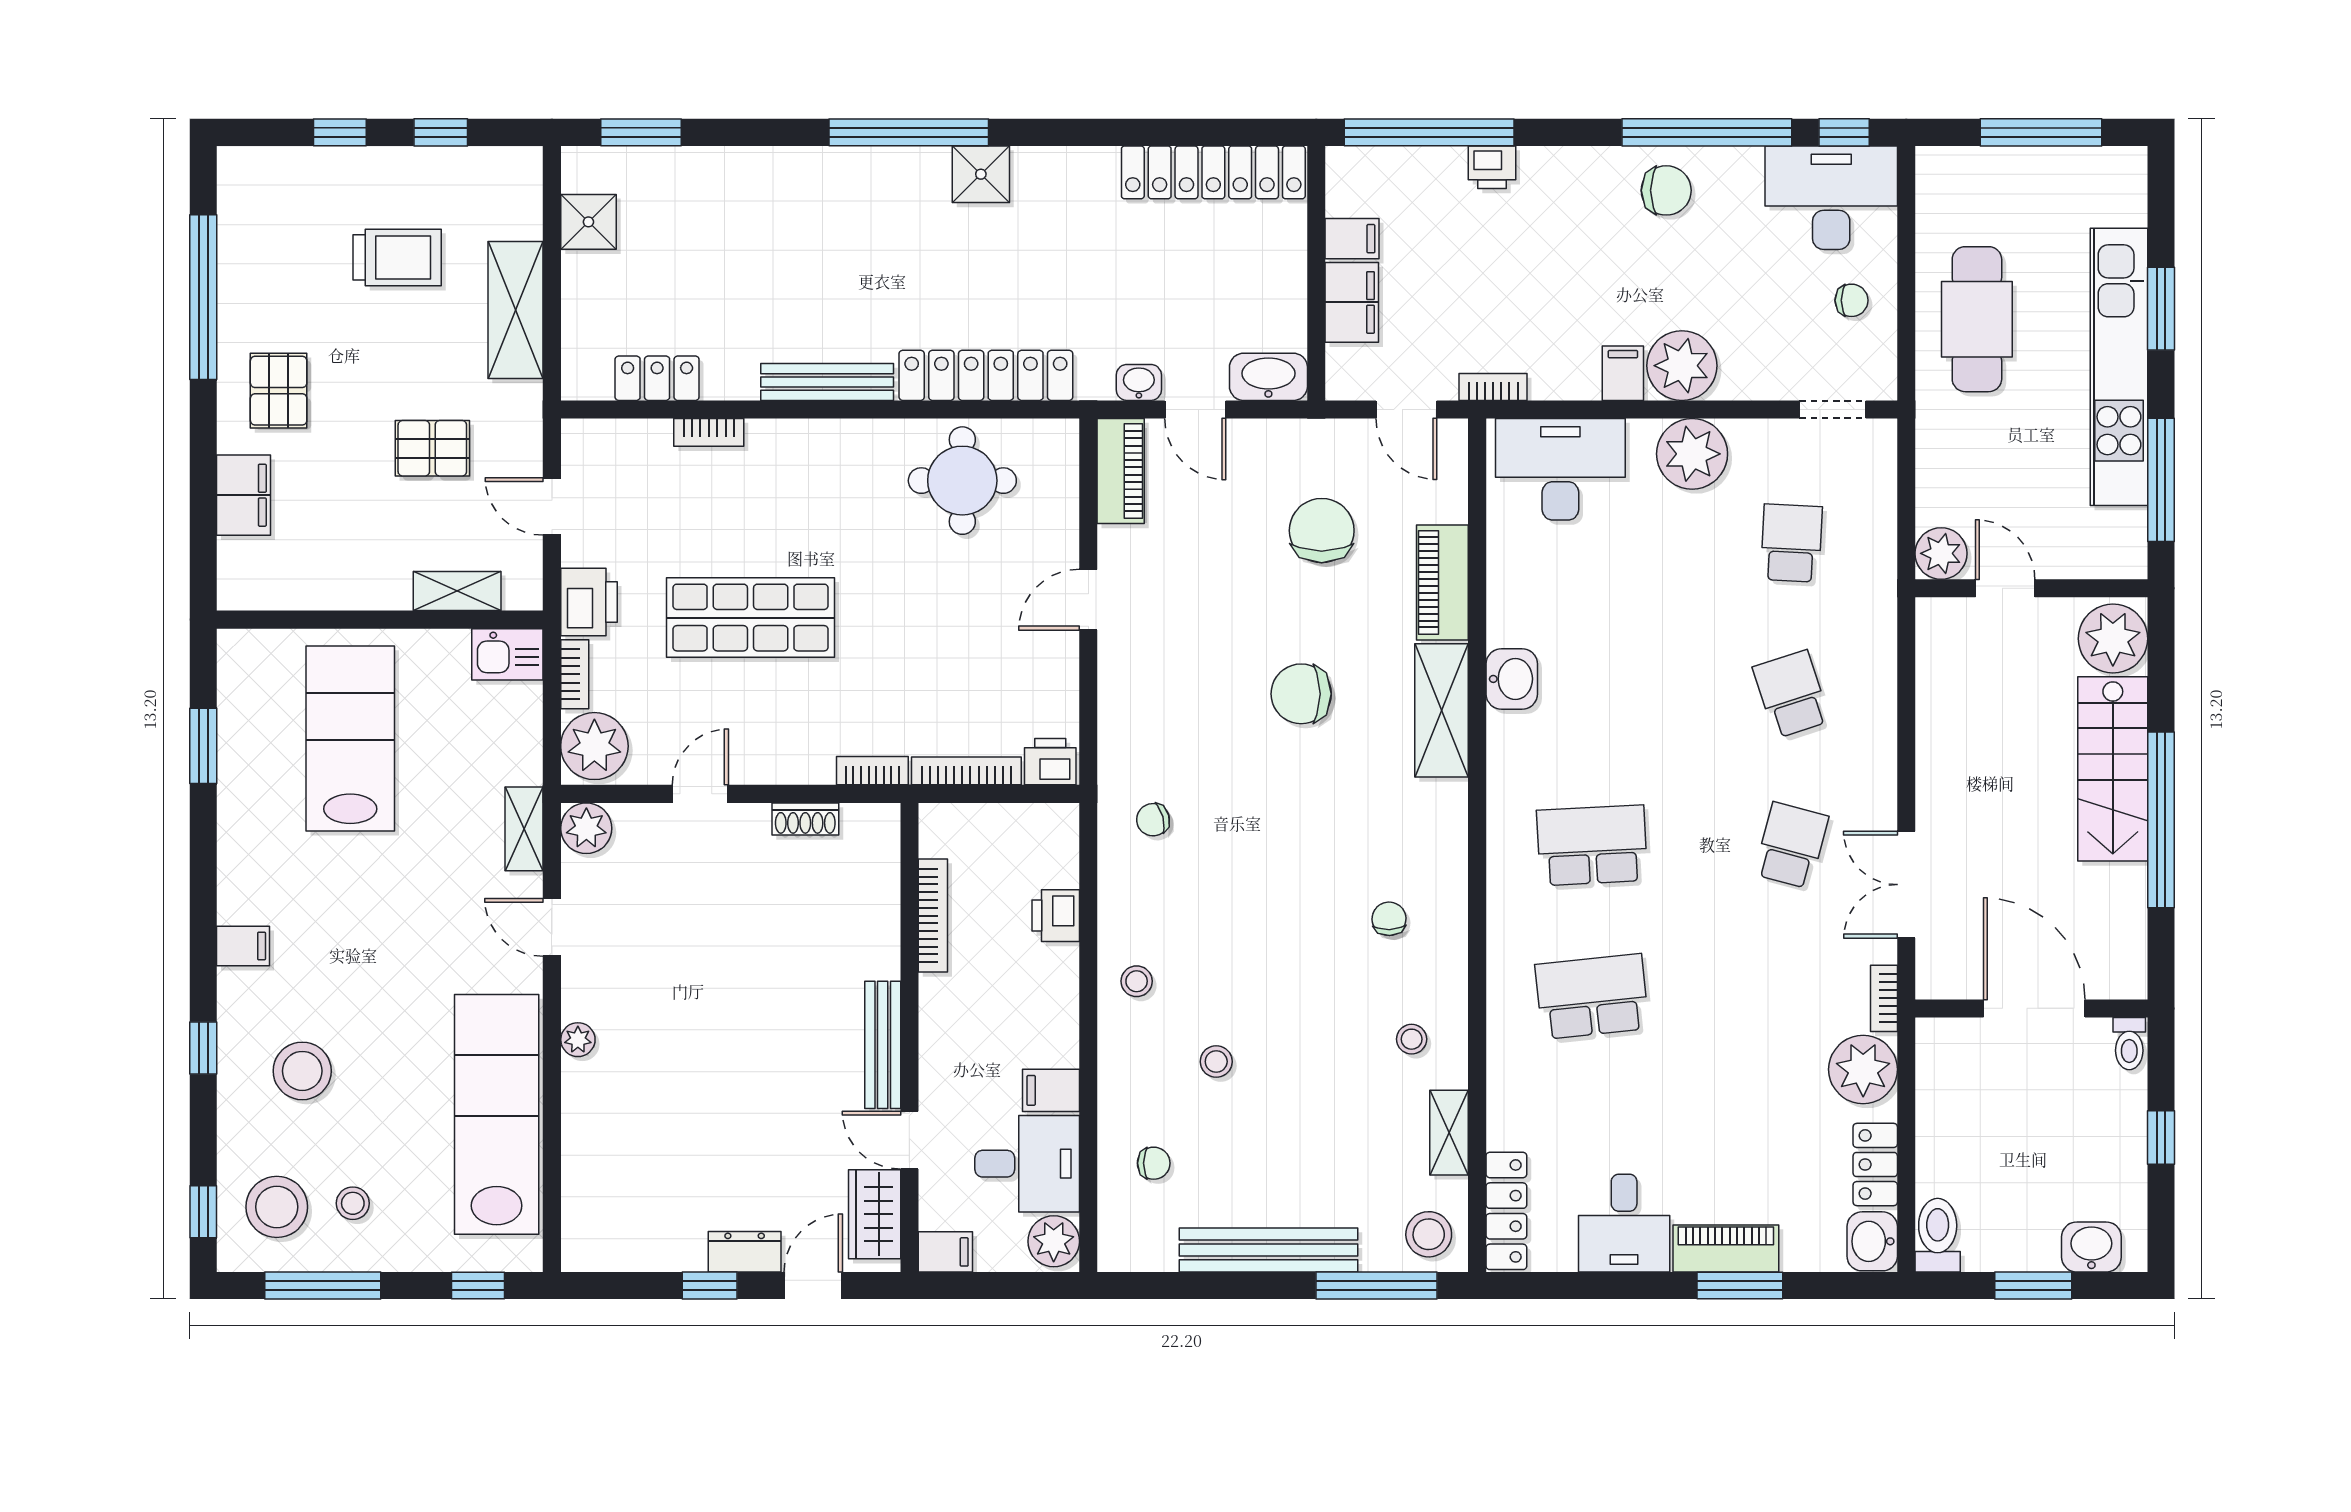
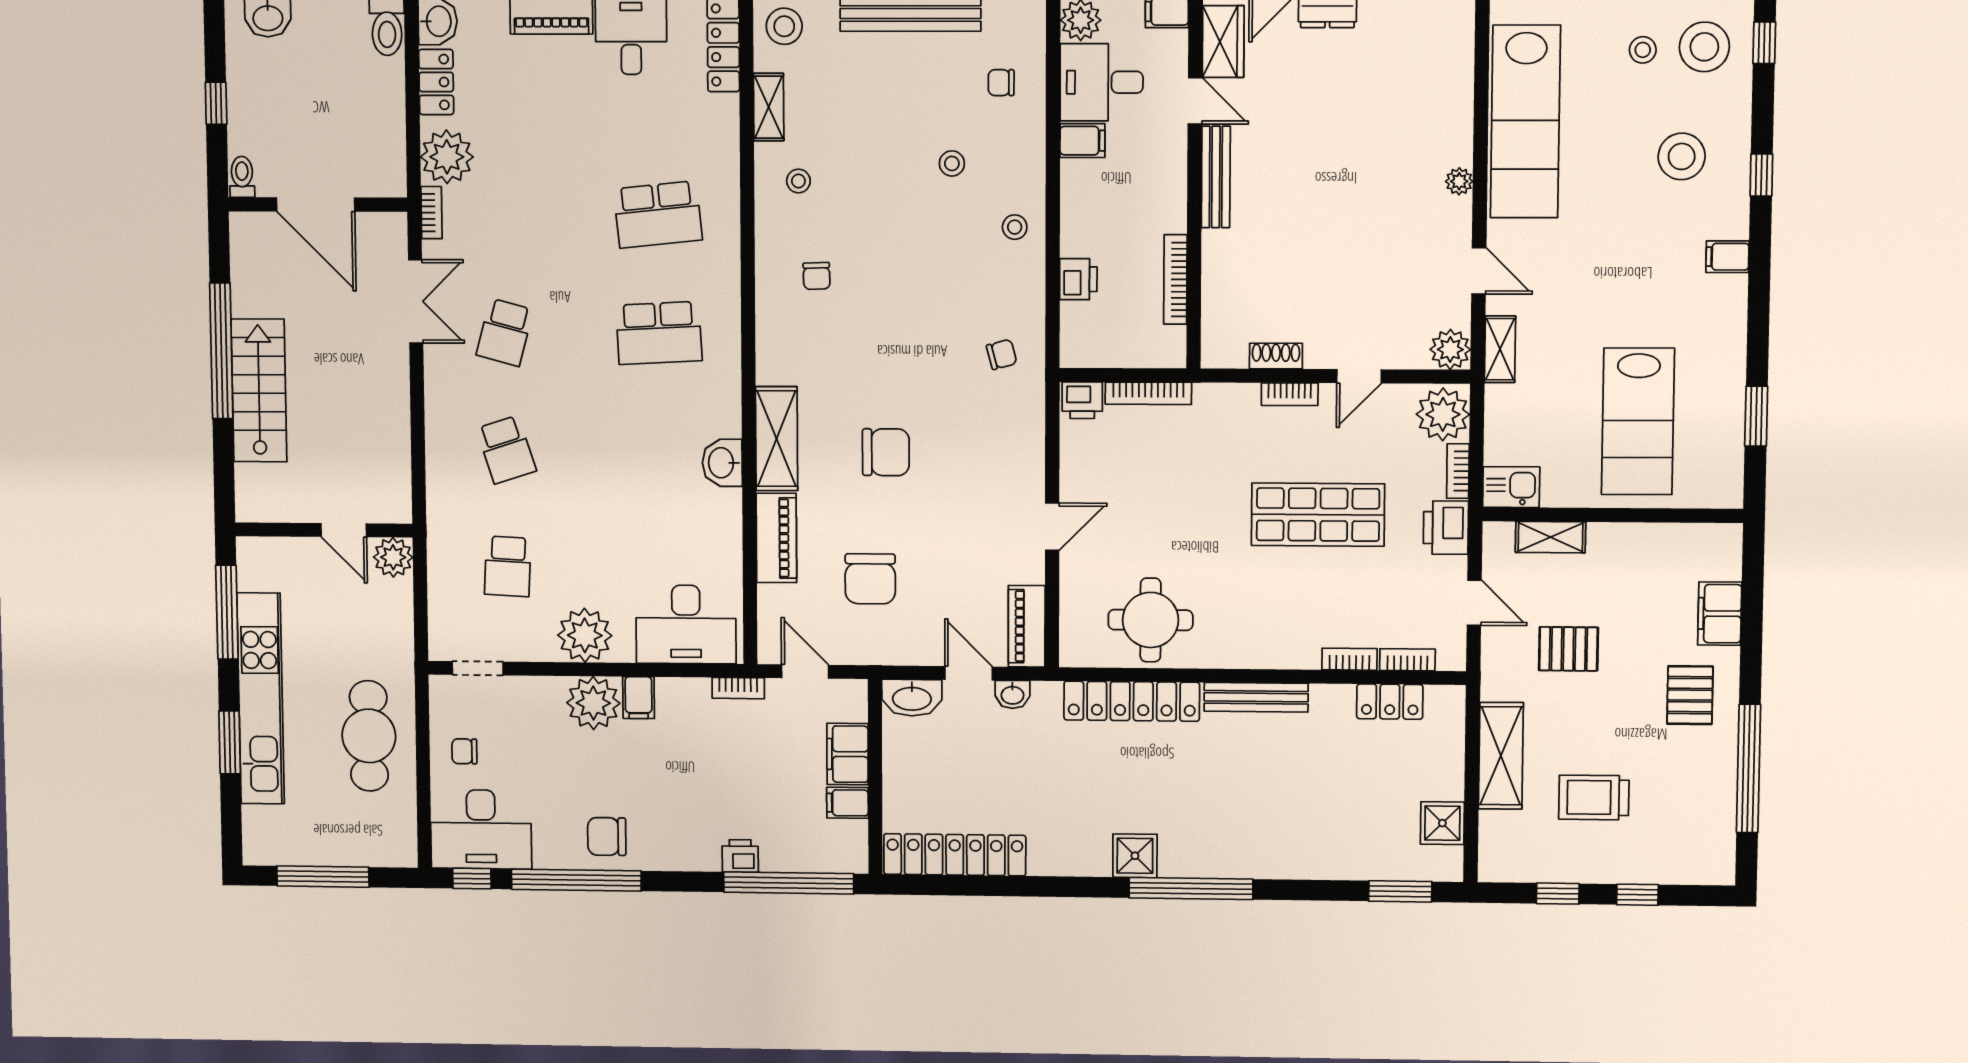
bookcase: (635, 432) -> (1407, 660), added
plant: (2113, 639) -> (261, 491), removed
bookcase: (872, 771) -> (1290, 394), moved

